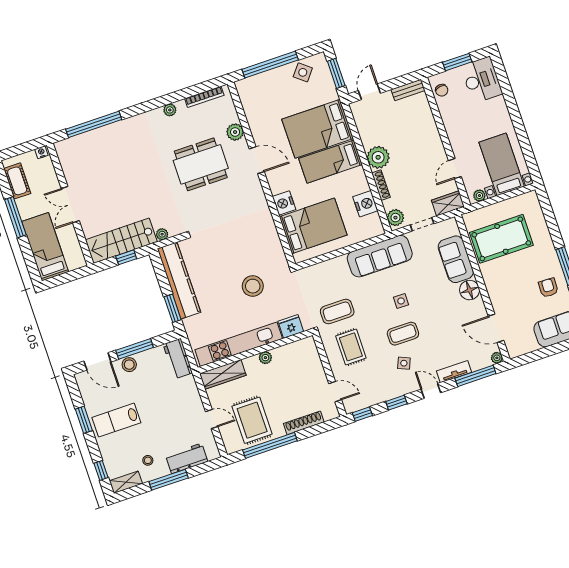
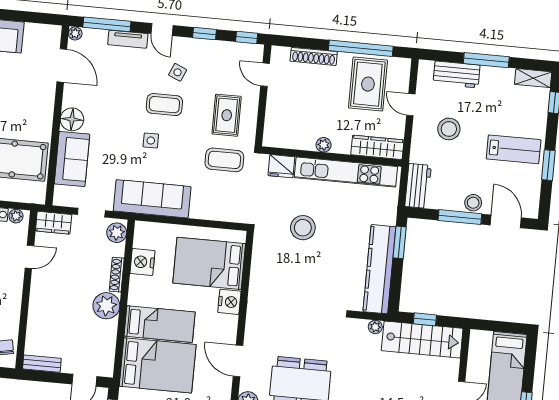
stool: (148, 460) -> (449, 129), moved, width x1.89, depth x1.89

